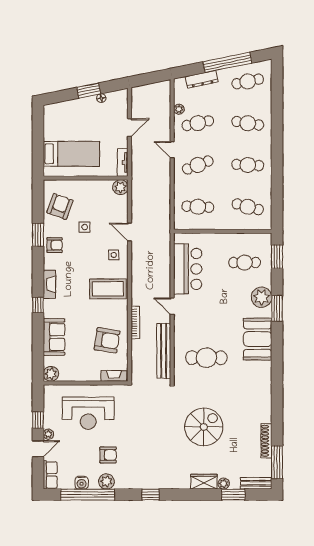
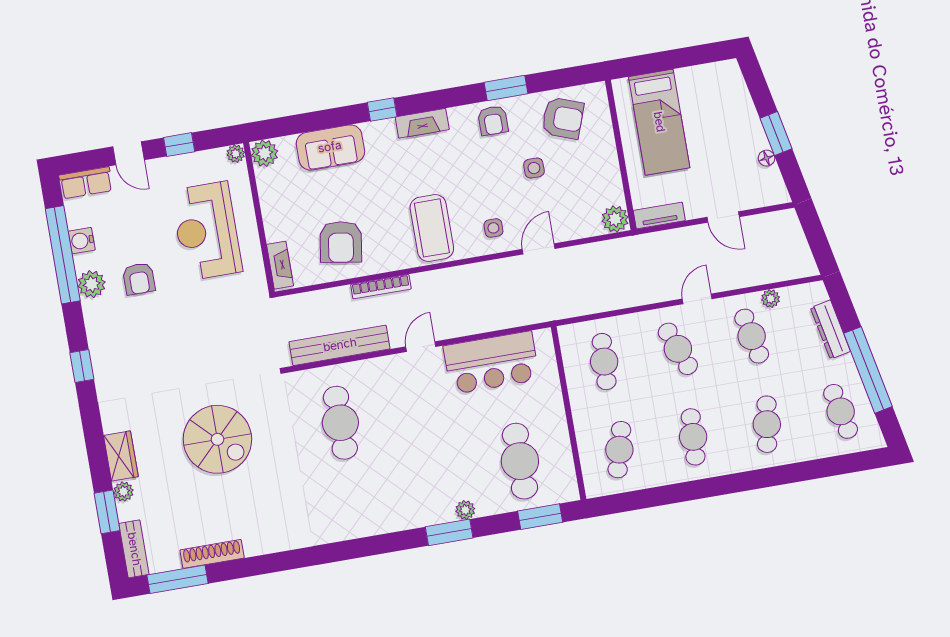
cafe table: (245, 263) -> (520, 461), width x1.37, depth x1.35
plant: (261, 297) -> (465, 510), width x0.53, depth x0.53
booth: (258, 339) -> (389, 507), removed
plant: (48, 434) -> (236, 154), moved

